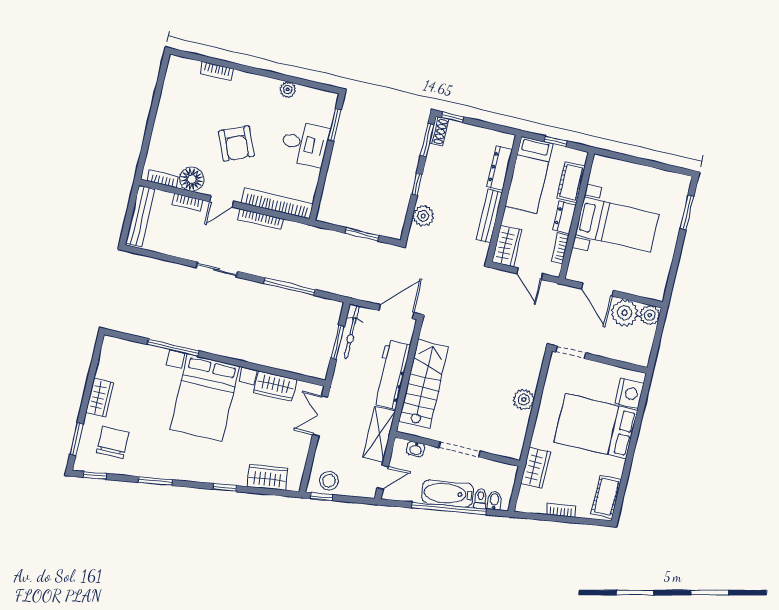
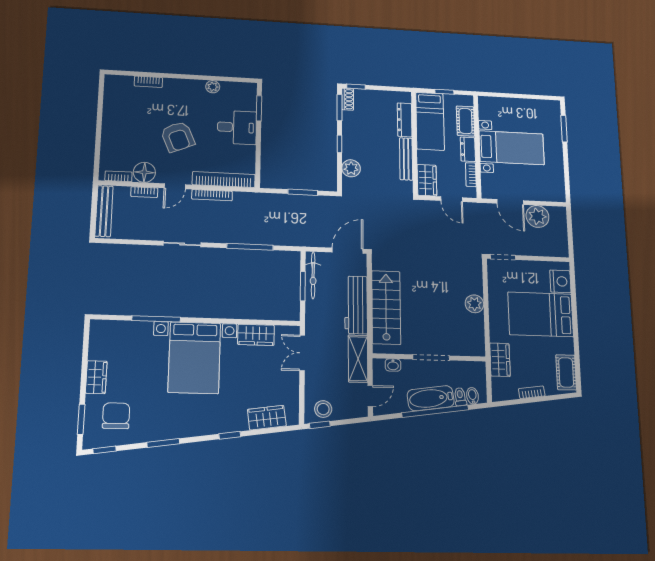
plant: (650, 315) -> (558, 215), removed

